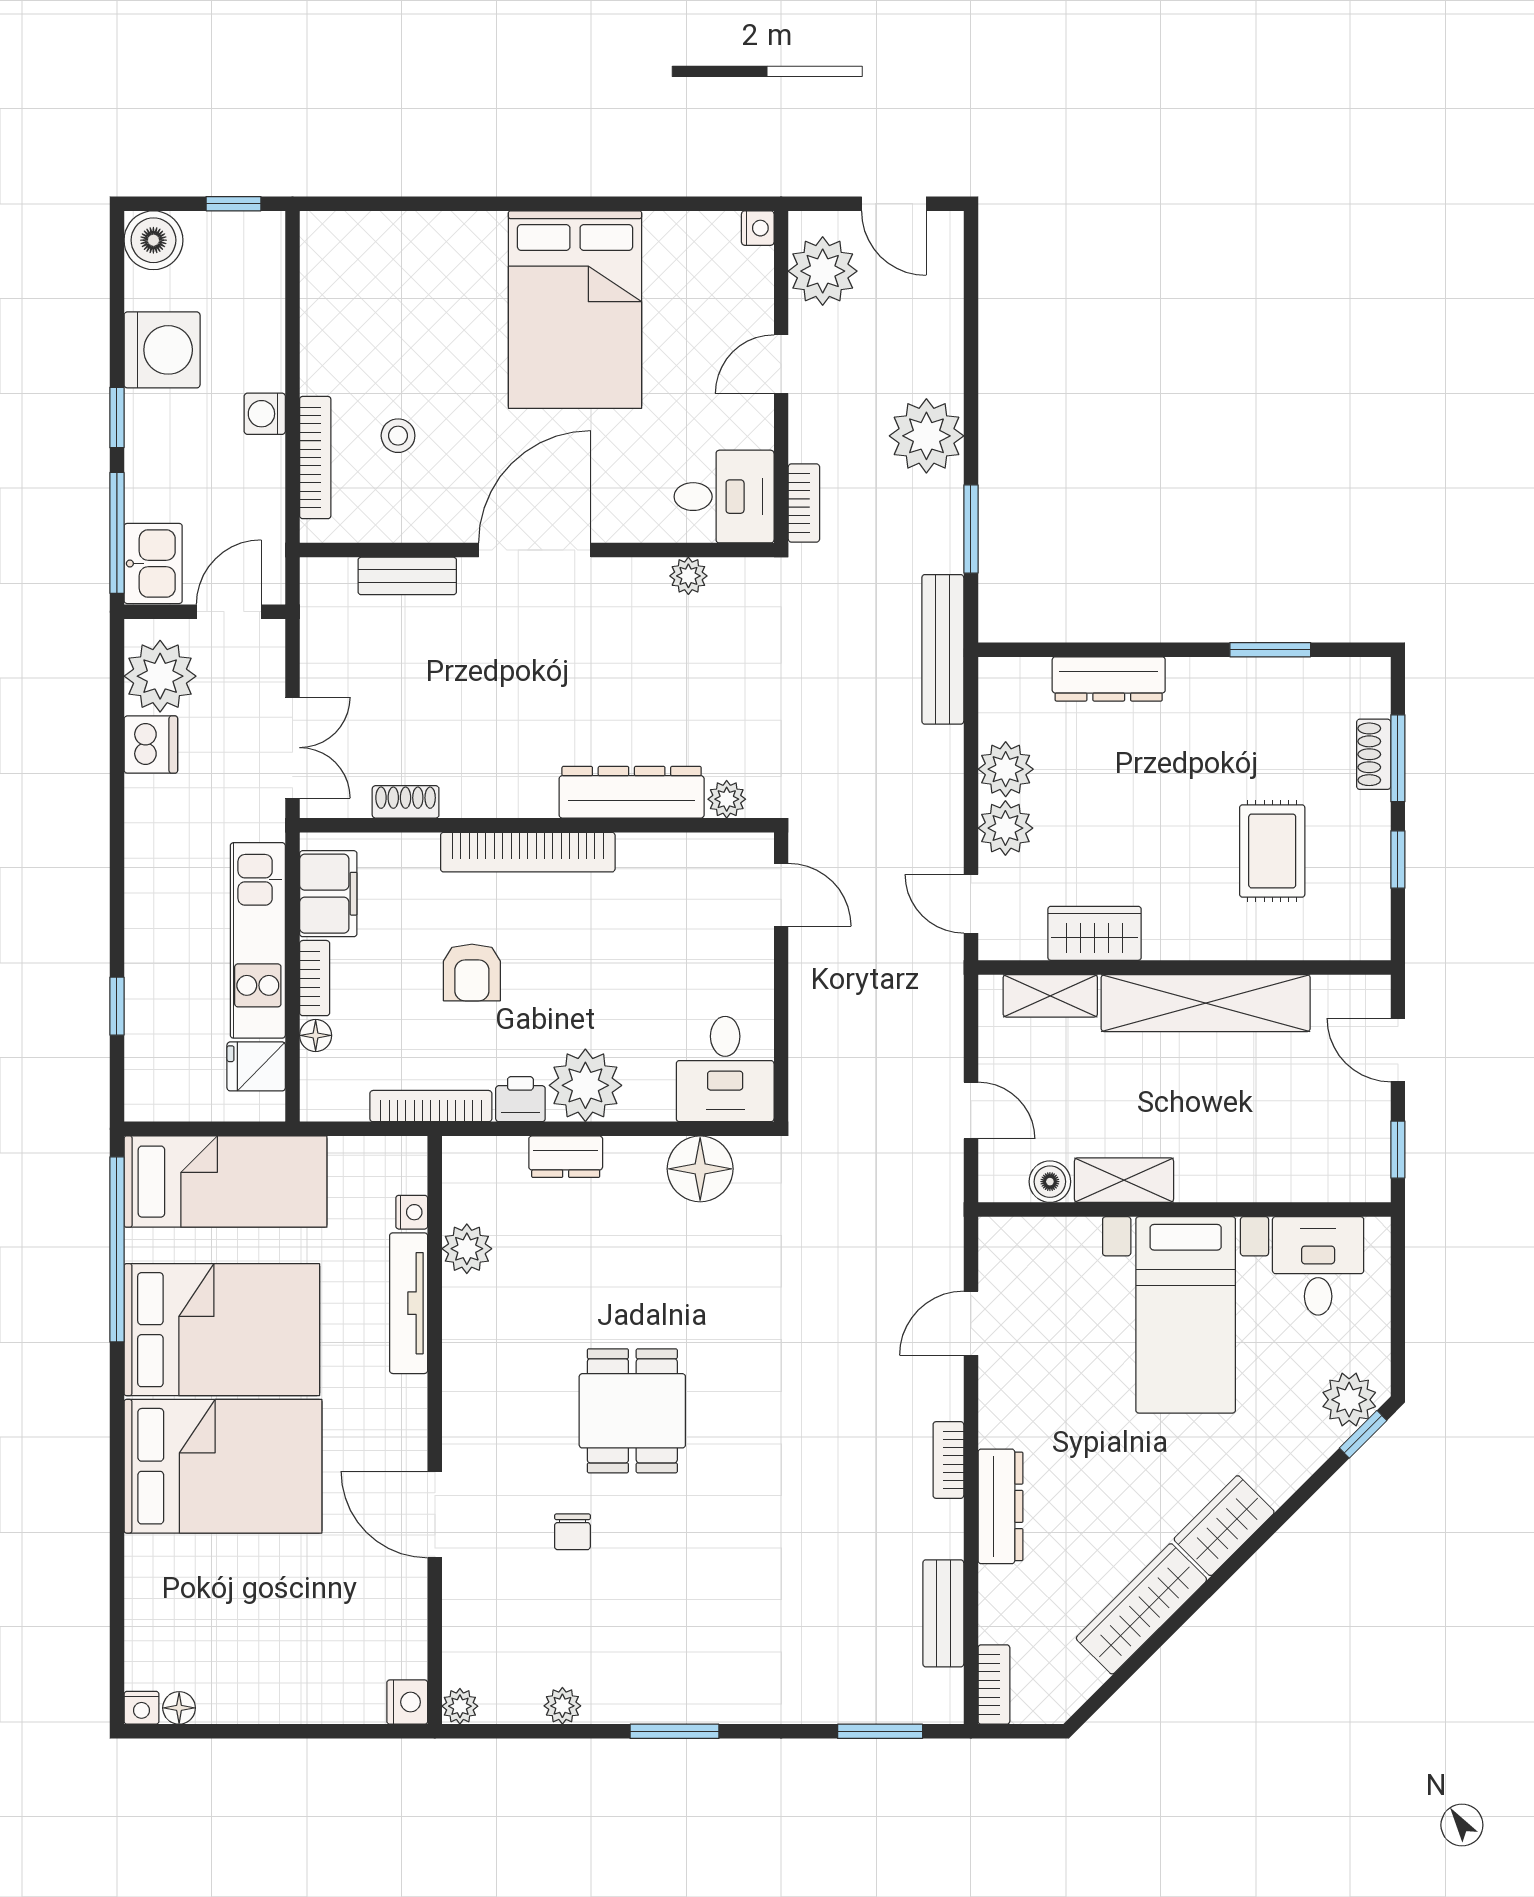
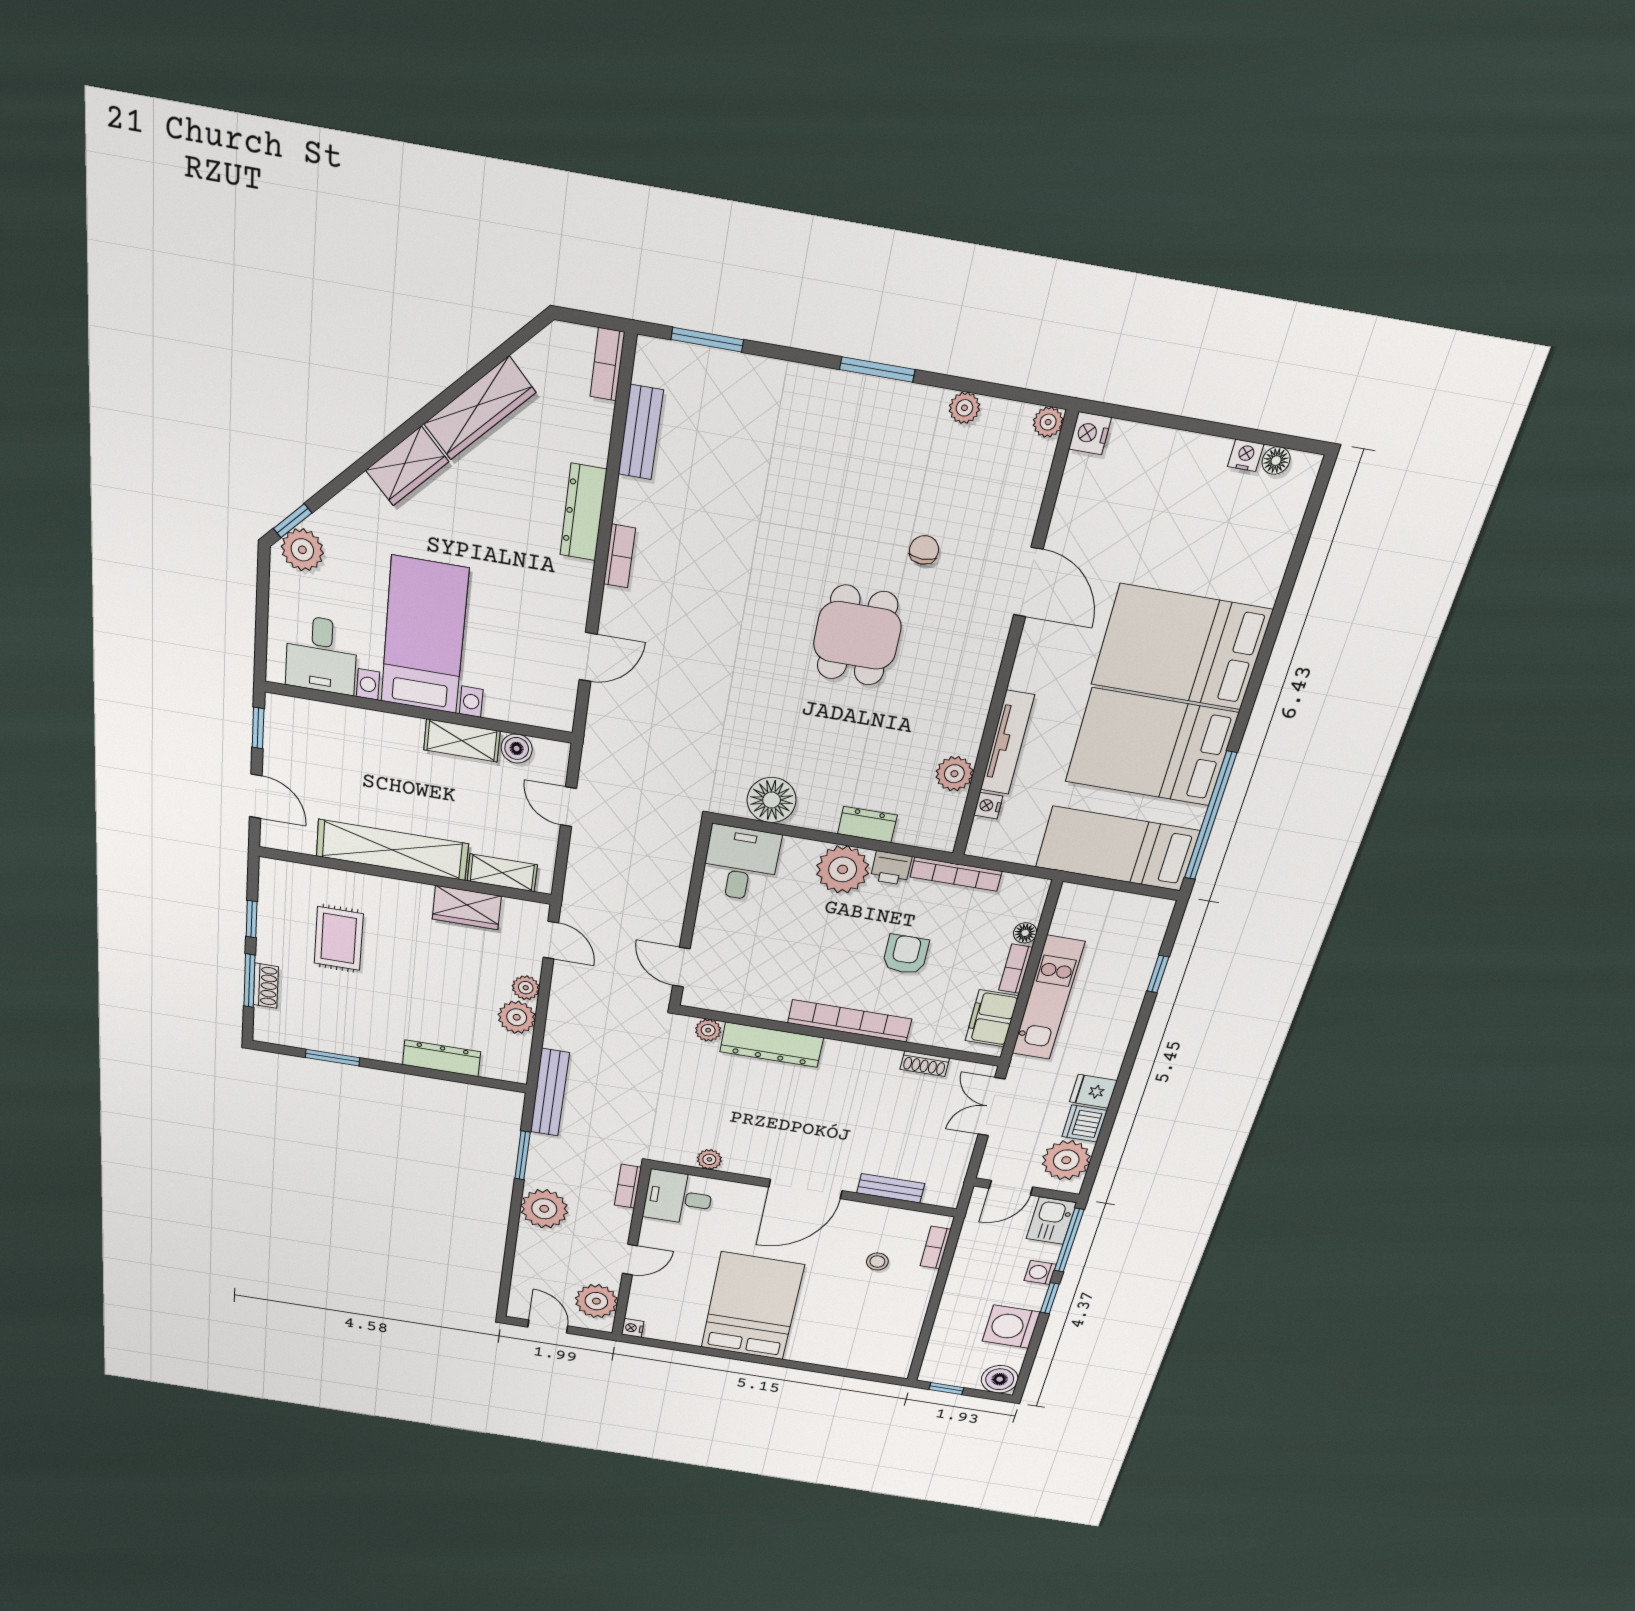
washing machine: (265, 414) -> (1040, 1272), moved, turned 180
bookcase: (315, 458) -> (935, 1248), width x0.64
plant: (1005, 828) -> (526, 988), width x0.73, depth x0.73
fridge: (256, 1066) -> (1093, 1091), moved, turned 180
nightstand: (141, 1708) -> (1246, 455), moved

